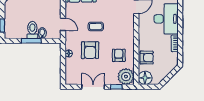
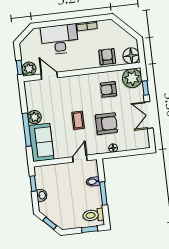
toilet: (32, 30) -> (93, 215), moved

